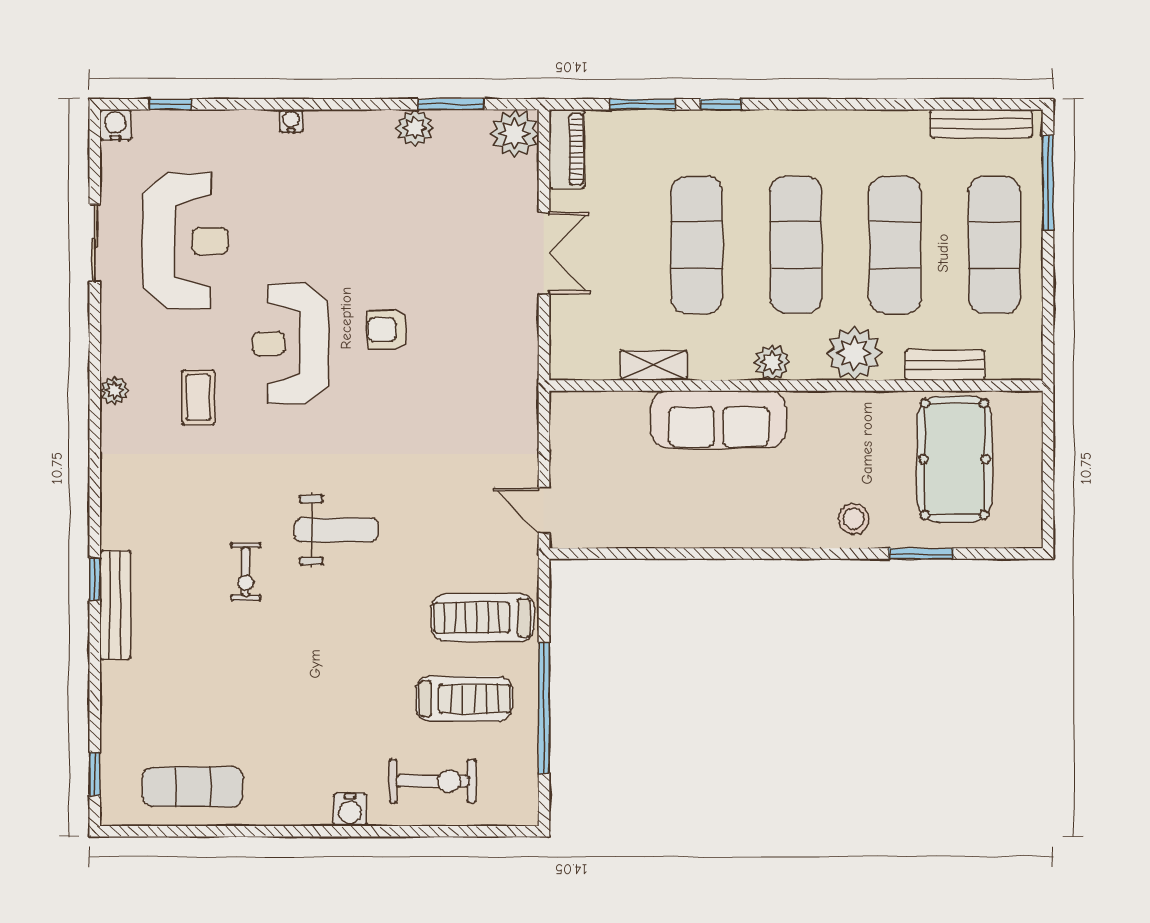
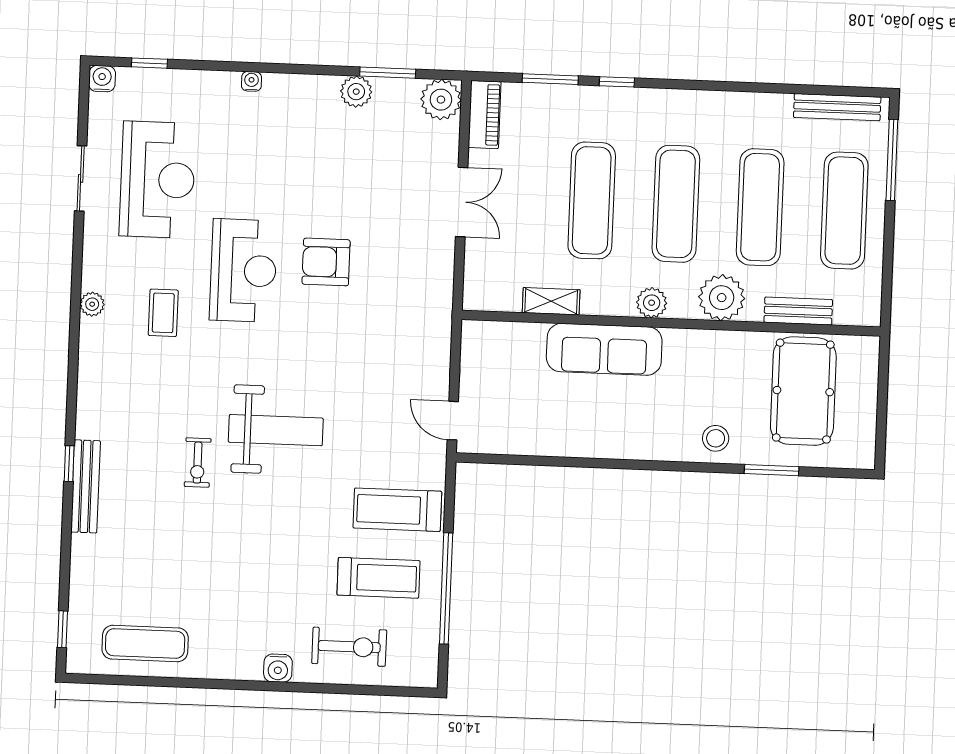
armchair: (387, 330) -> (326, 262), width x1.38, depth x1.38
reception desk: (290, 344) -> (243, 270), turned 180
weight bench: (336, 530) -> (276, 430), width x1.36, depth x1.33

